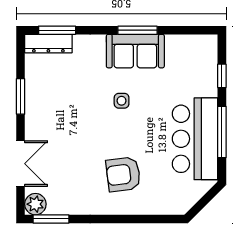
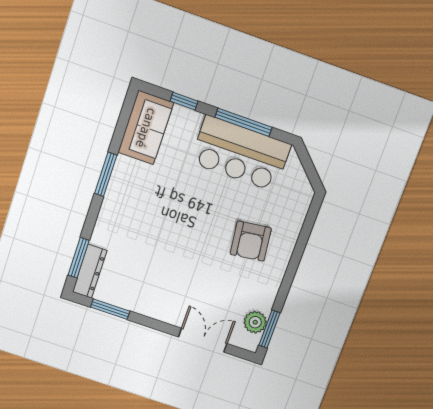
sofa: (135, 51) -> (146, 128), moved
window: (21, 96) -> (110, 309), moved
side table: (122, 101) -> (174, 217), removed
plant: (35, 204) -> (255, 322), moved

